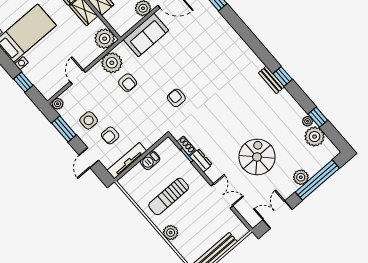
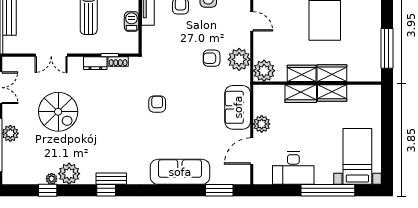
sofa: (225, 36) -> (180, 172), added
armchair: (176, 98) -> (157, 104), moved, turned -90
plant: (315, 137) -> (69, 174), moved

